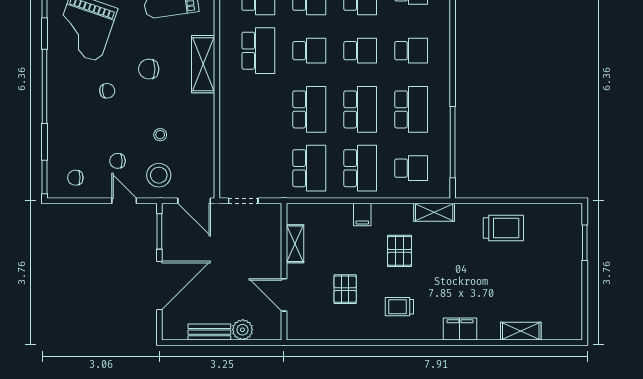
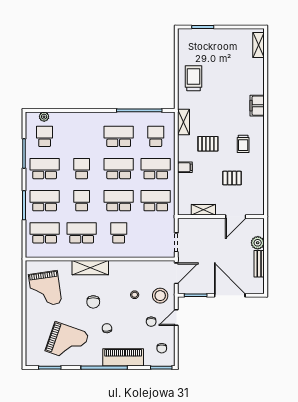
school desk: (411, 51) -> (119, 233), moved
piano: (61, 116) -> (123, 357), added
shelving: (521, 331) -> (259, 45), moved

